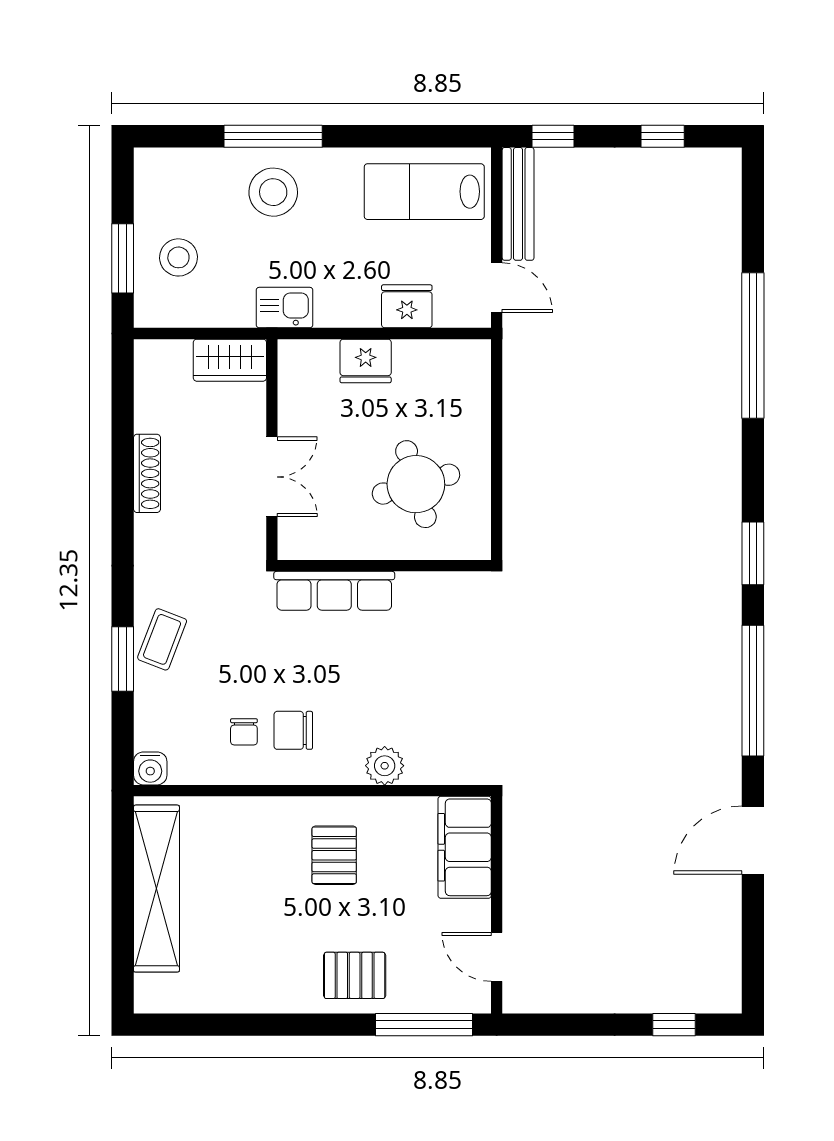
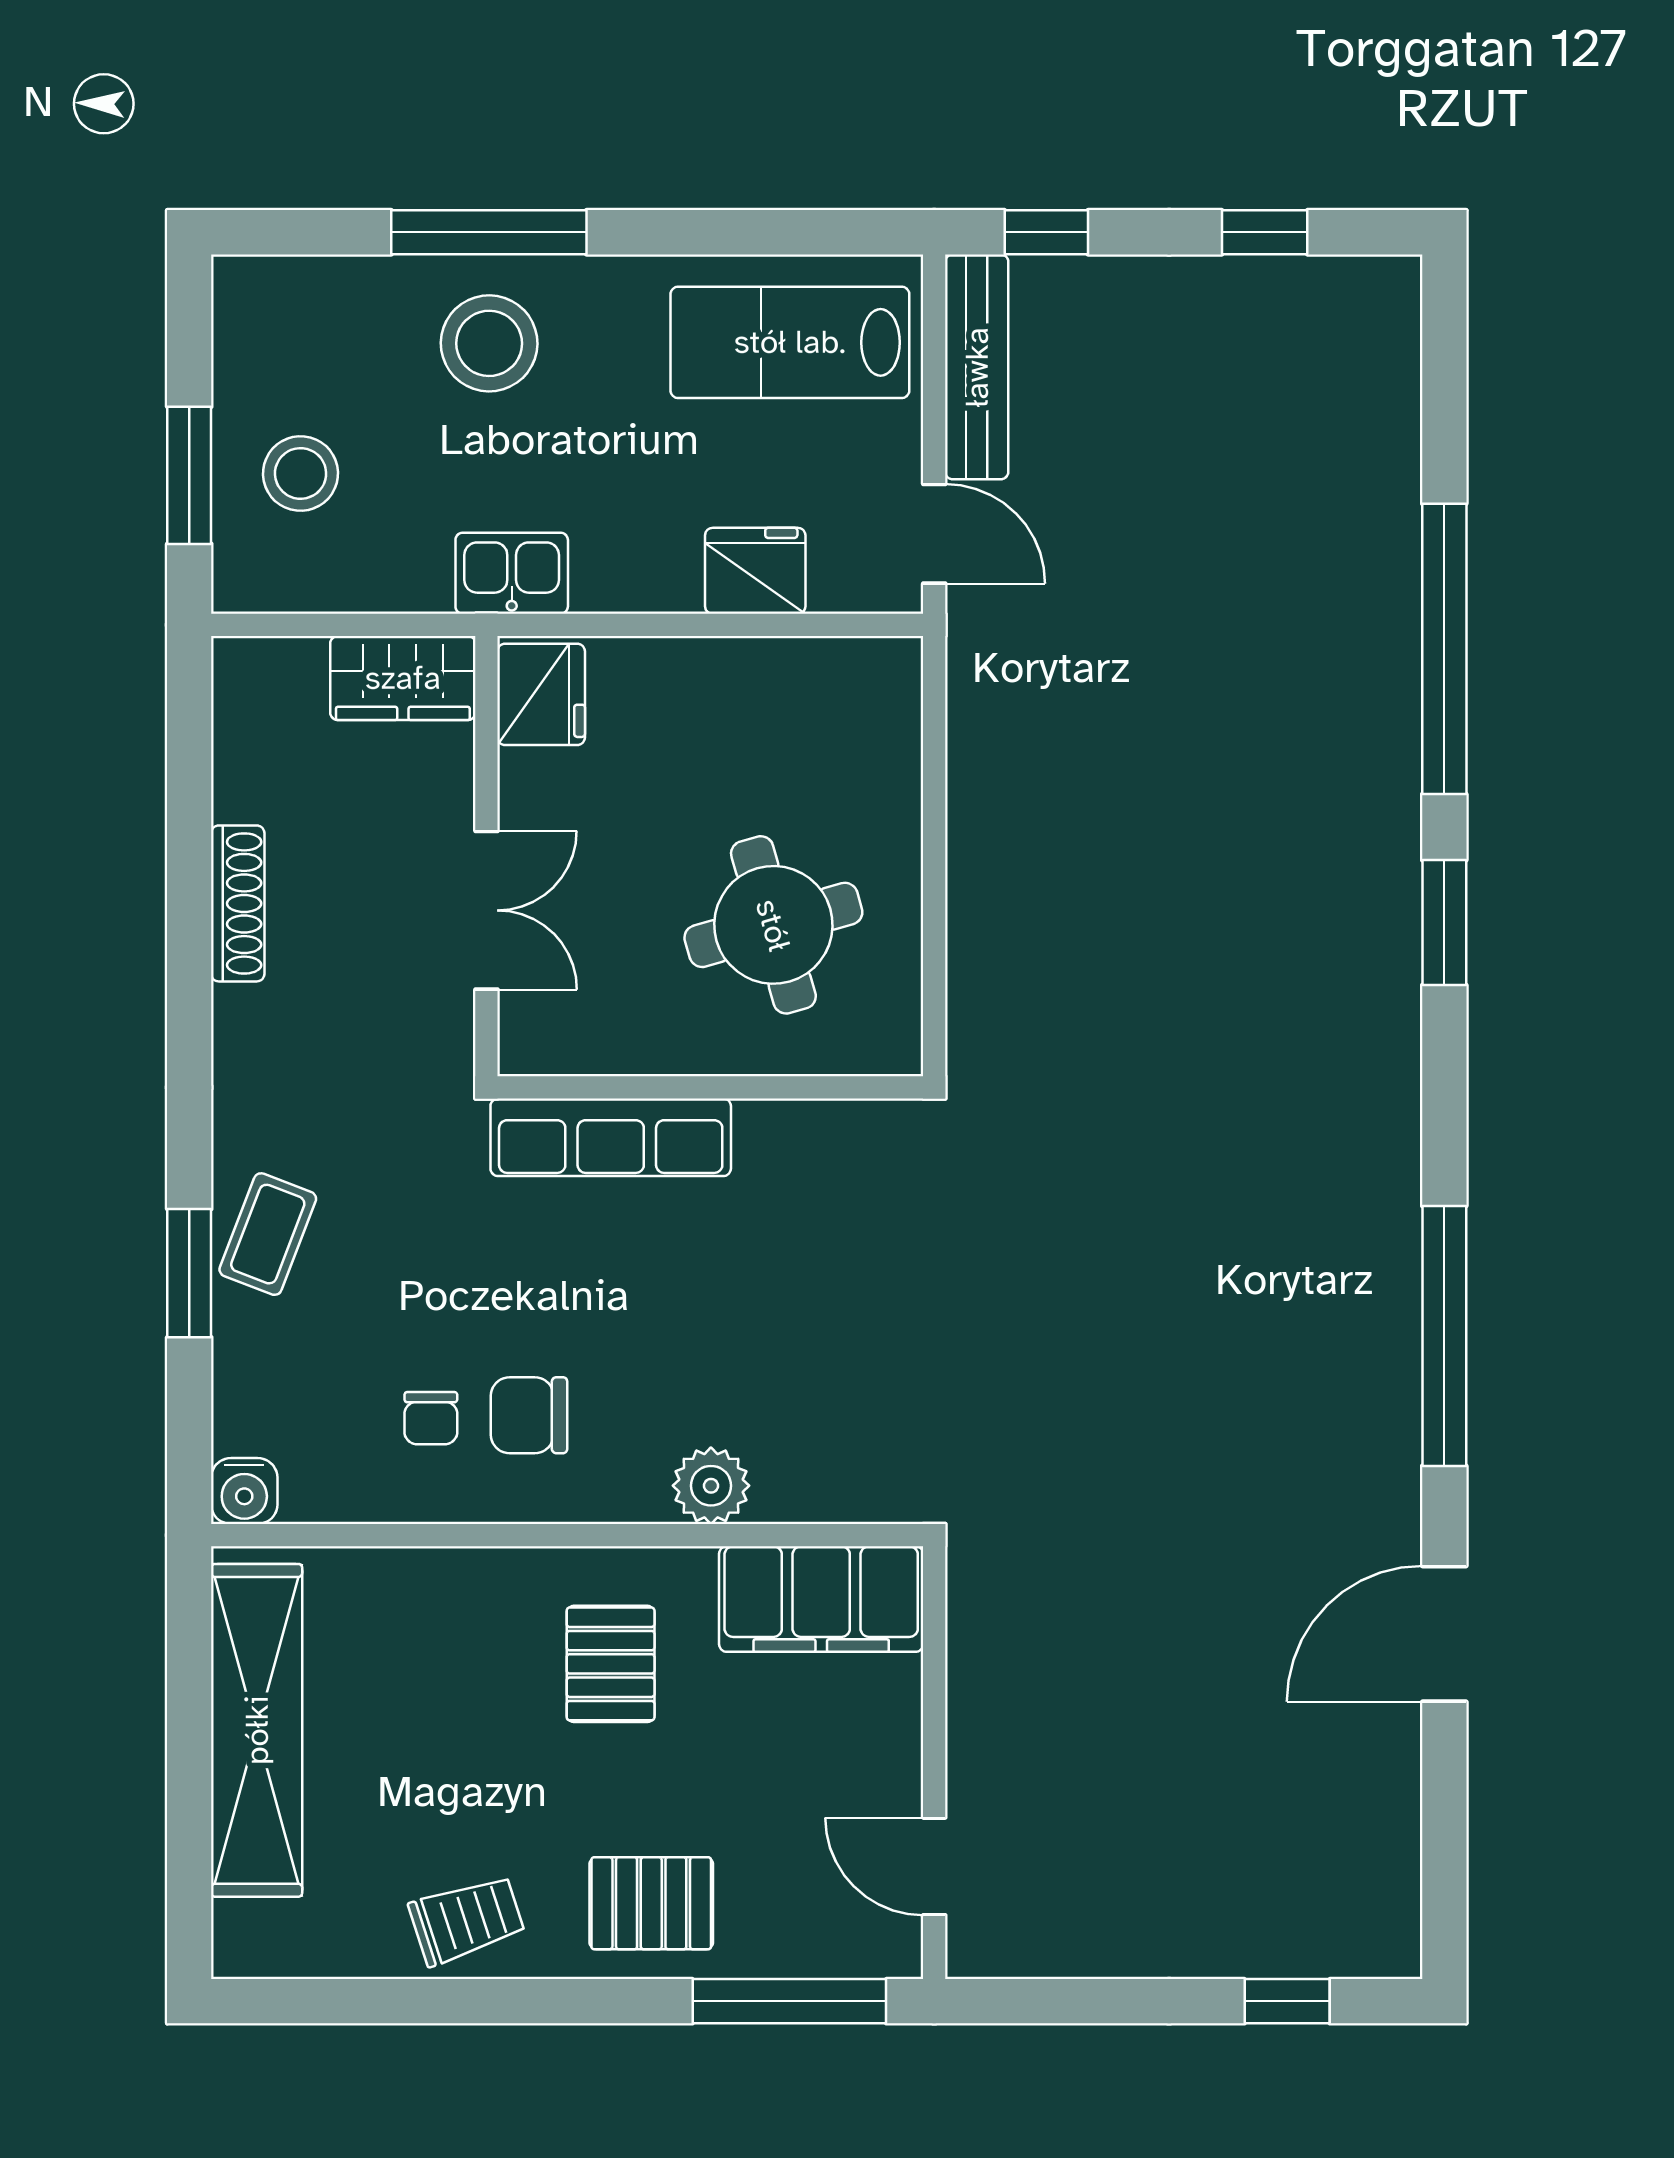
fridge: (366, 361) -> (541, 694), moved, turned -90
window: (753, 553) -> (1444, 923), moved
filing cabinet: (465, 847) -> (821, 1599), moved, turned -90
trolley: (262, 984) -> (467, 1920), added

